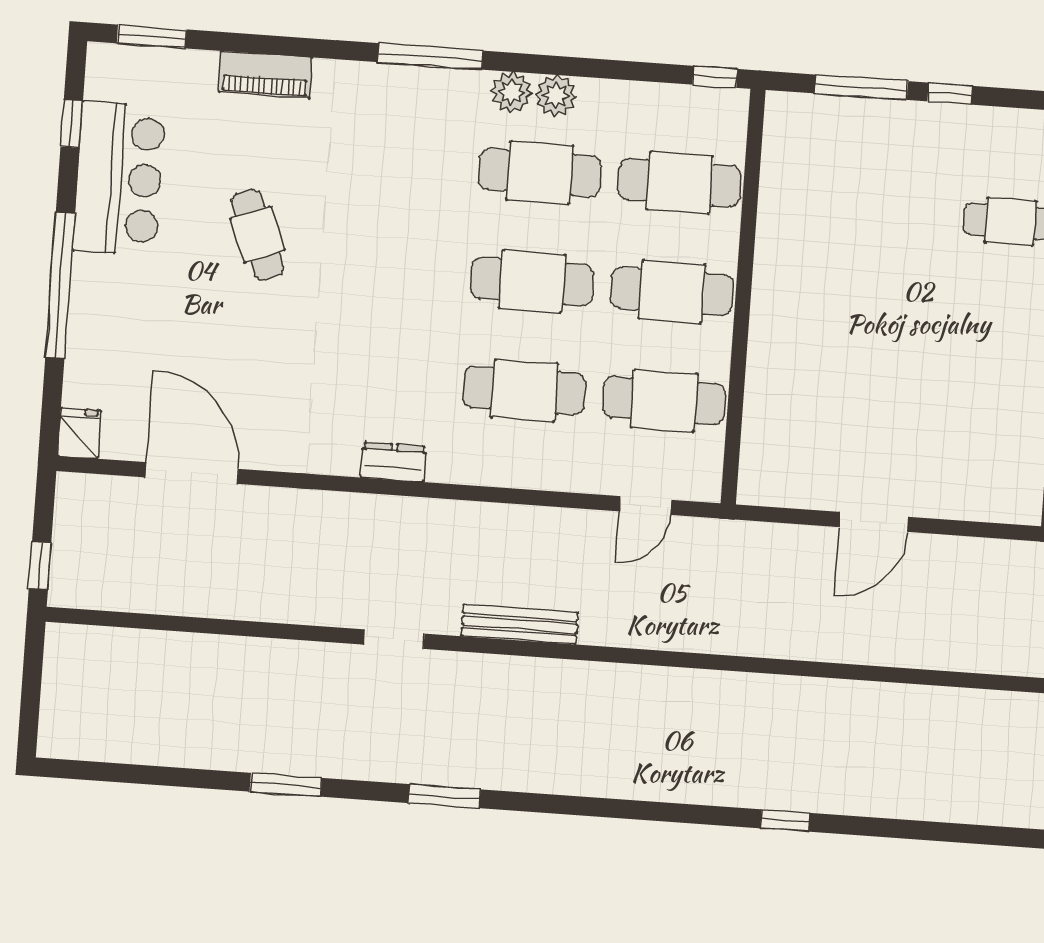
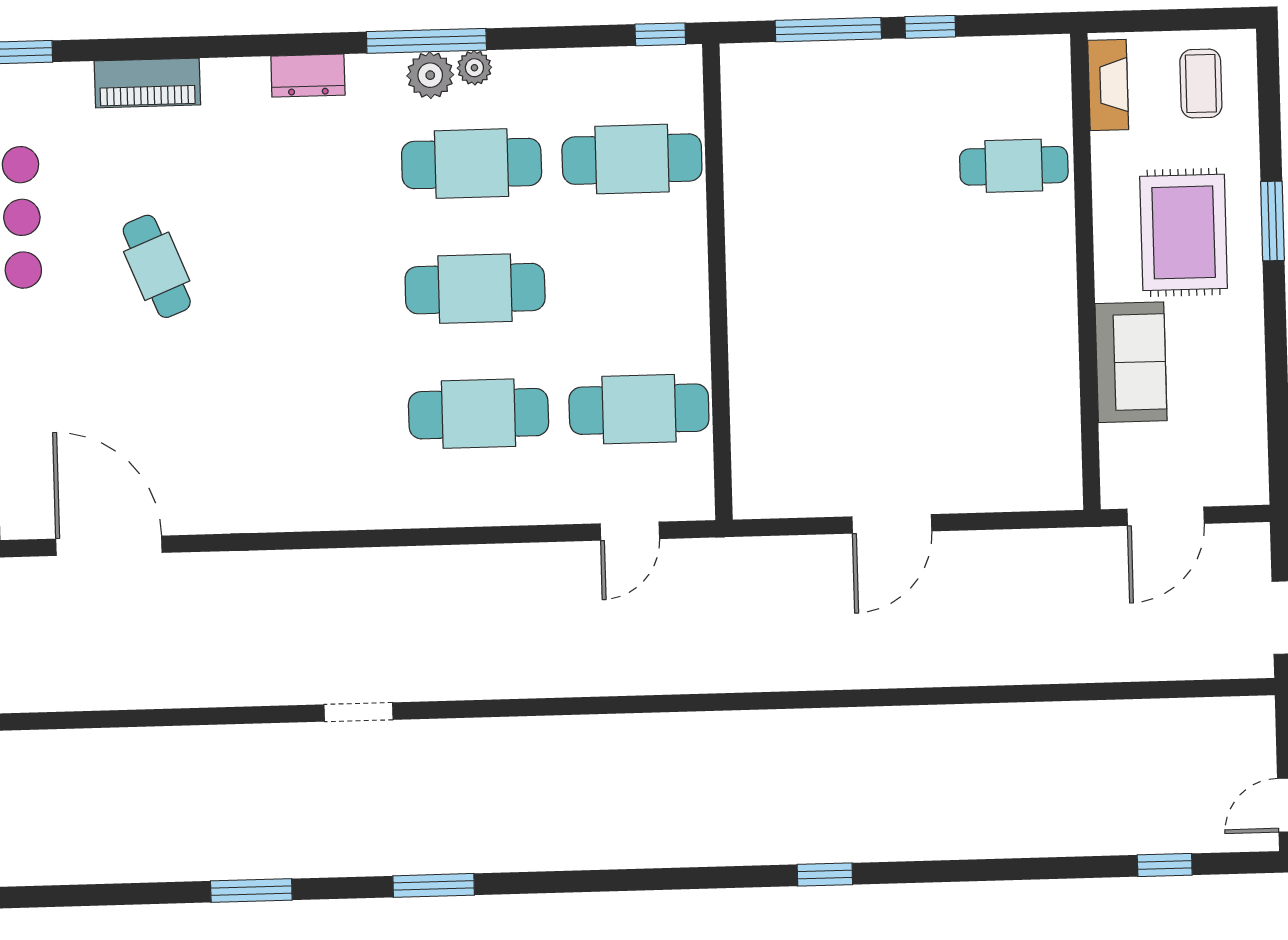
window: (430, 56) -> (426, 41), moved
plant: (556, 96) -> (474, 68), width x0.73, depth x0.73
cafe table: (672, 292) -> (635, 284), removed
dresser: (393, 462) -> (308, 76), moved, turned 180
bench: (520, 624) -> (500, 681), removed

